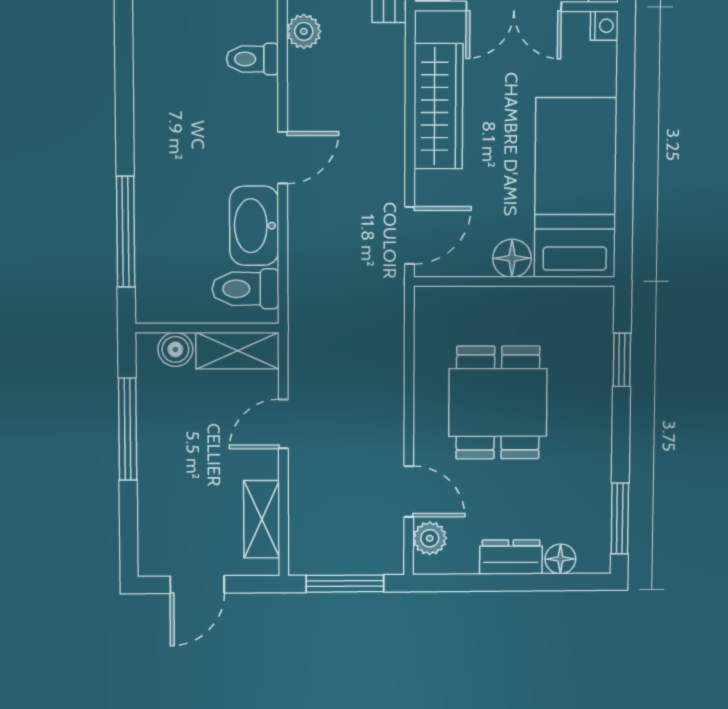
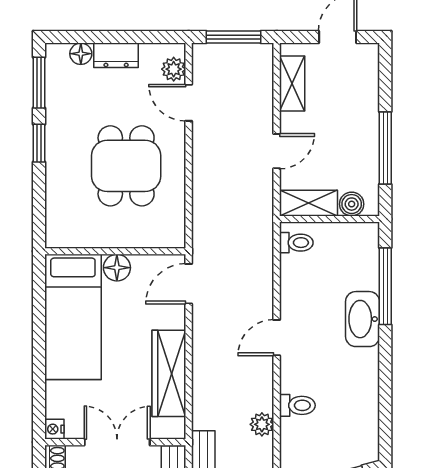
washbasin: (254, 226) -> (363, 319), moved, turned 180
toilet: (246, 289) -> (296, 243), width x0.73, depth x0.72
window: (622, 360) -> (39, 143), moved

